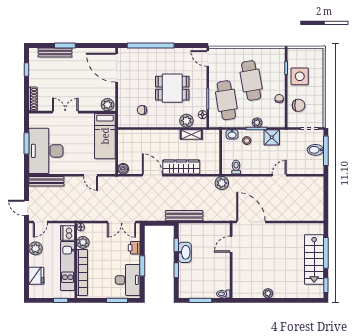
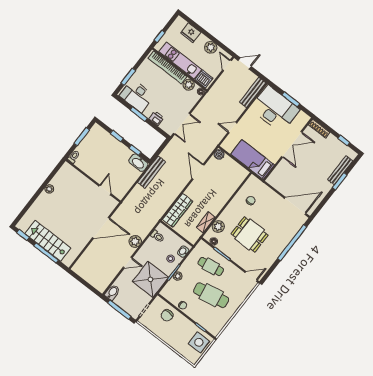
side table: (300, 76) -> (199, 342), moved
dining table: (172, 88) -> (250, 234), turned 90
cafe table: (226, 100) -> (211, 266), width x0.73, depth x0.74
plant: (108, 105) -> (274, 179), removed
double door: (65, 112) -> (292, 144), width x1.37
shower: (272, 137) -> (150, 279), width x1.86, depth x1.86
bidet: (315, 150) -> (112, 292), moved
wardrobe: (181, 167) -> (178, 210), moved
door: (152, 175) -> (198, 172), swing flipped
door: (279, 175) -> (128, 263), hinge flipped
plant: (222, 183) -> (135, 241), moved
double door: (122, 222) -> (182, 124), swing flipped
door: (251, 222) -> (101, 228), moved
washbasin: (185, 252) -> (138, 163), moved

